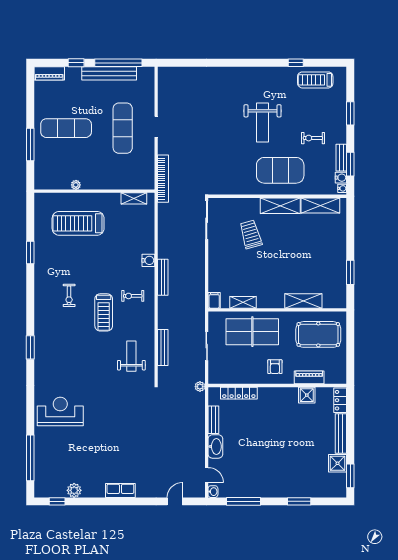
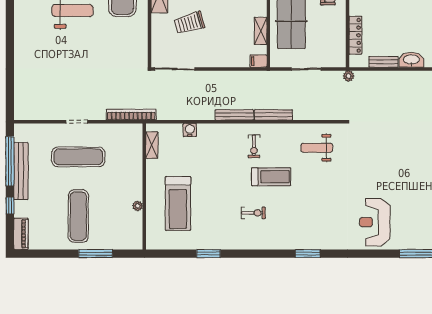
water cooler: (148, 260) -> (190, 130), moved
bench: (163, 347) -> (273, 115), moved

